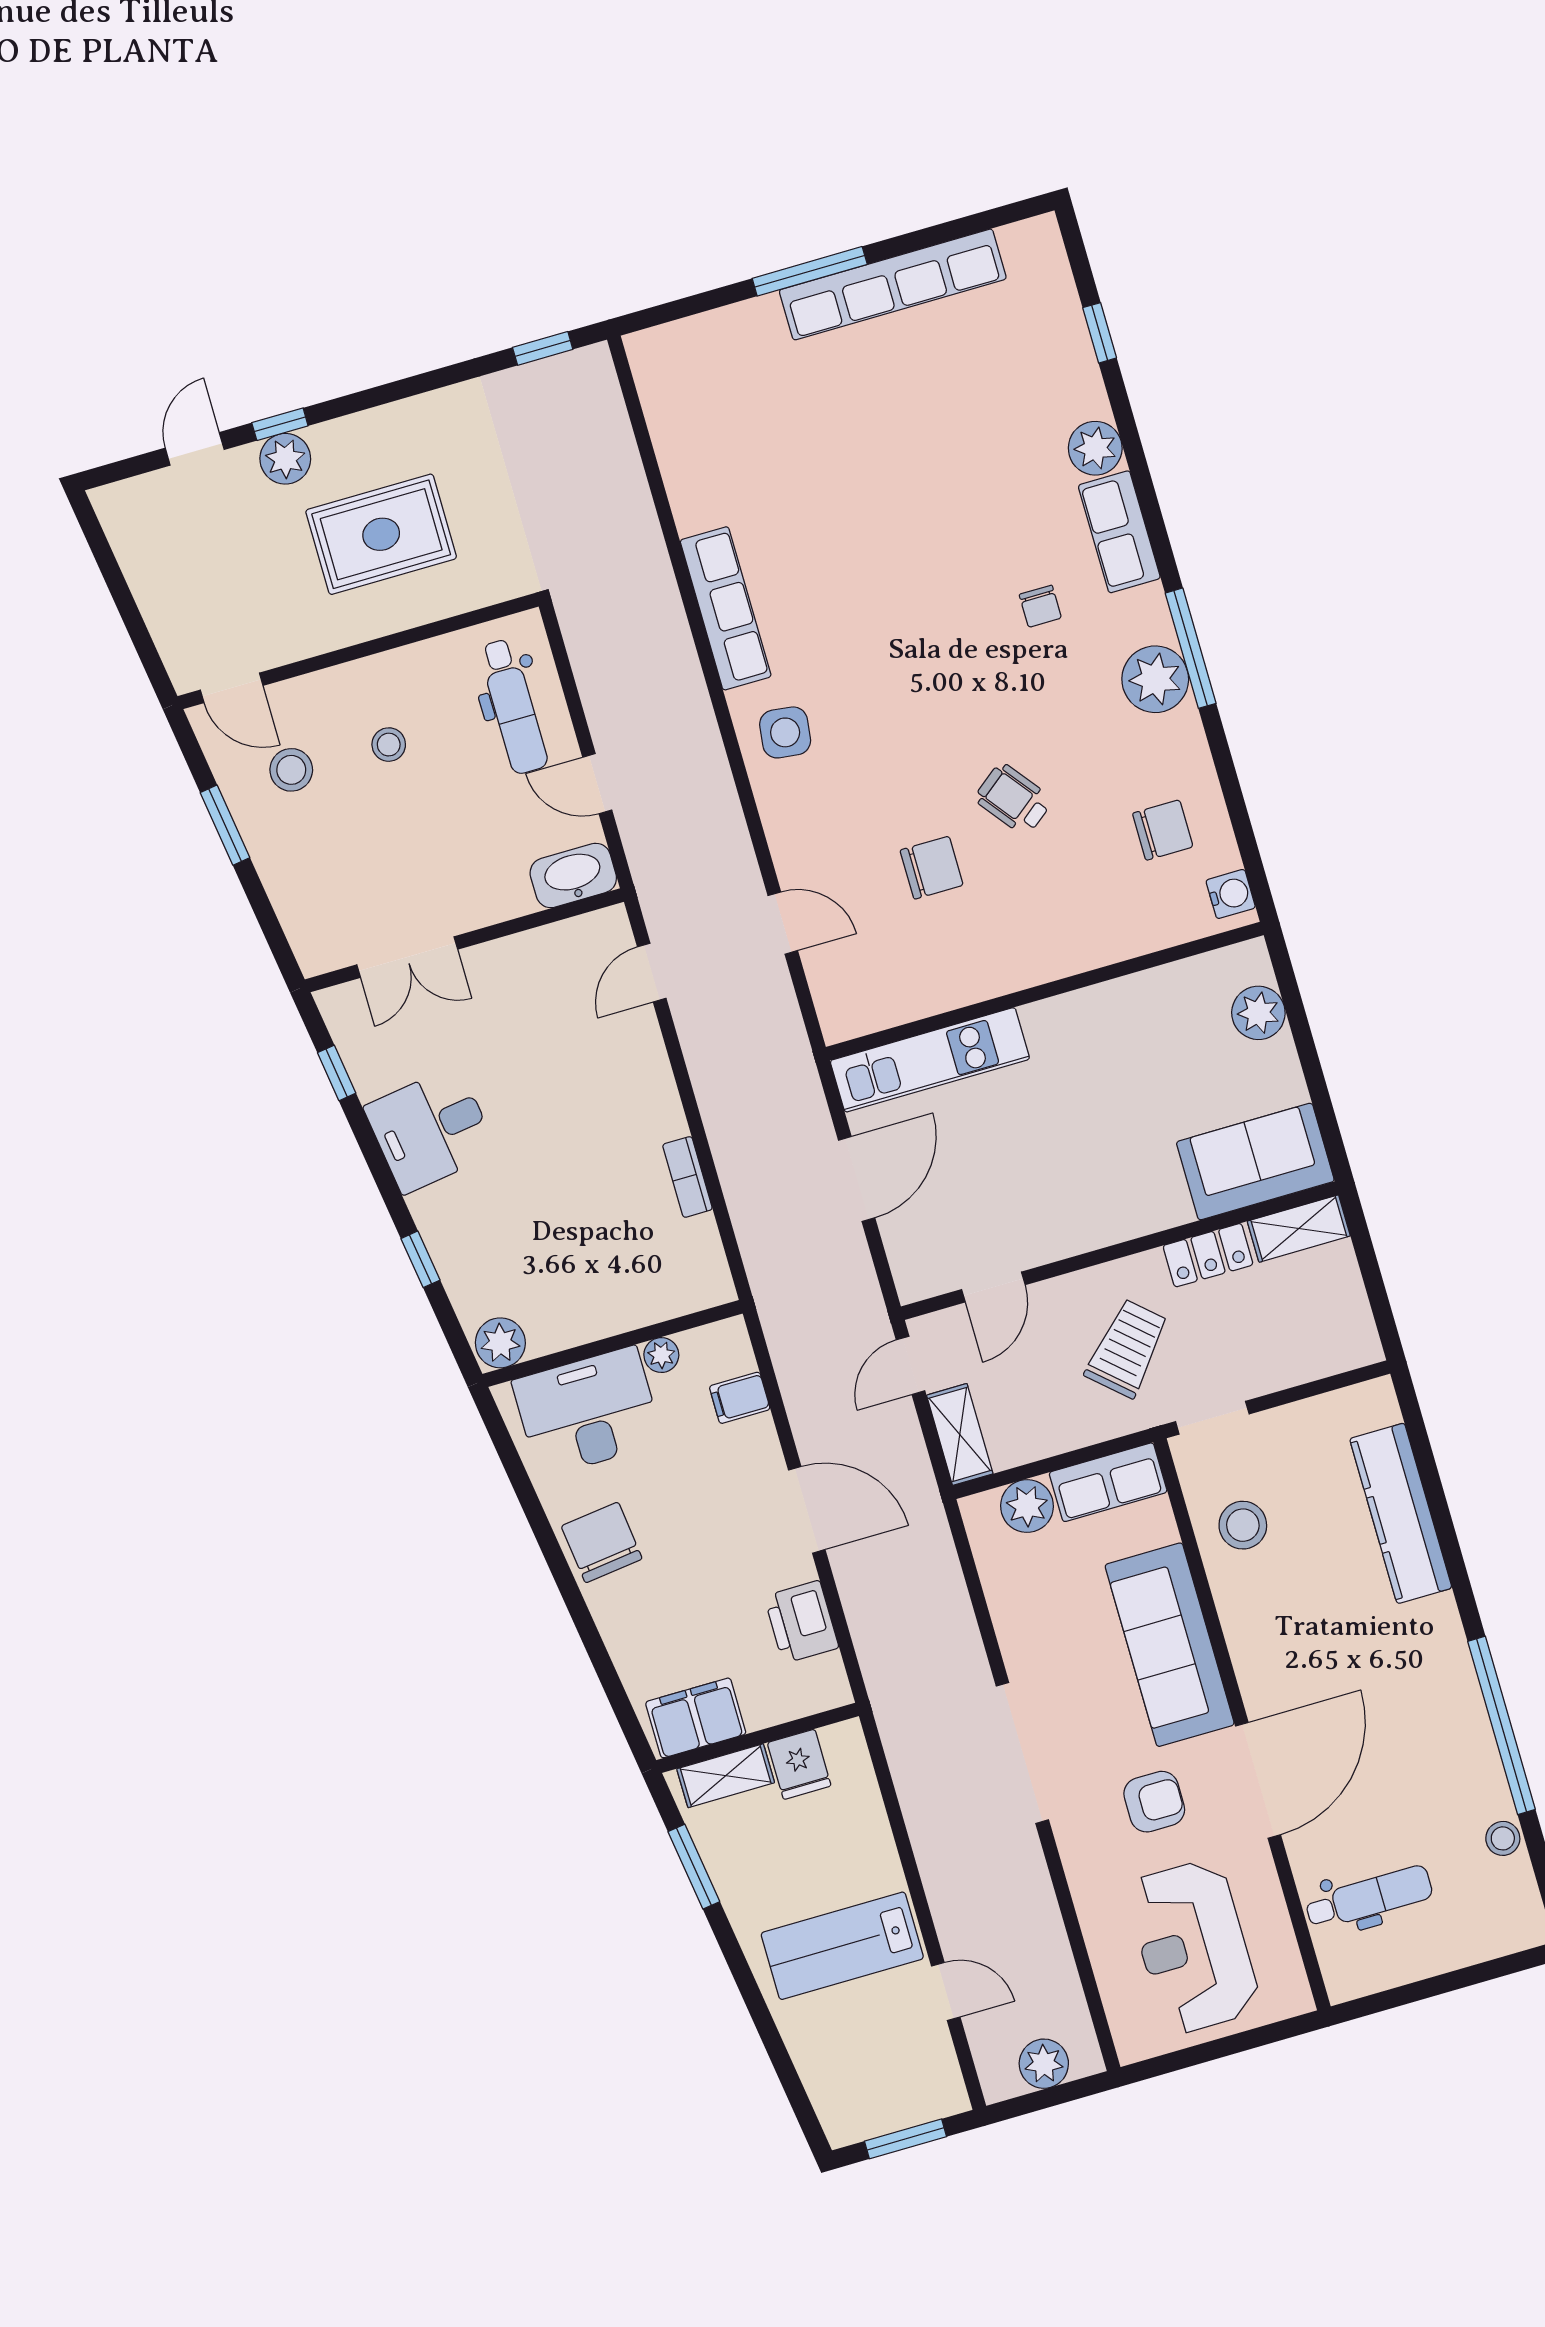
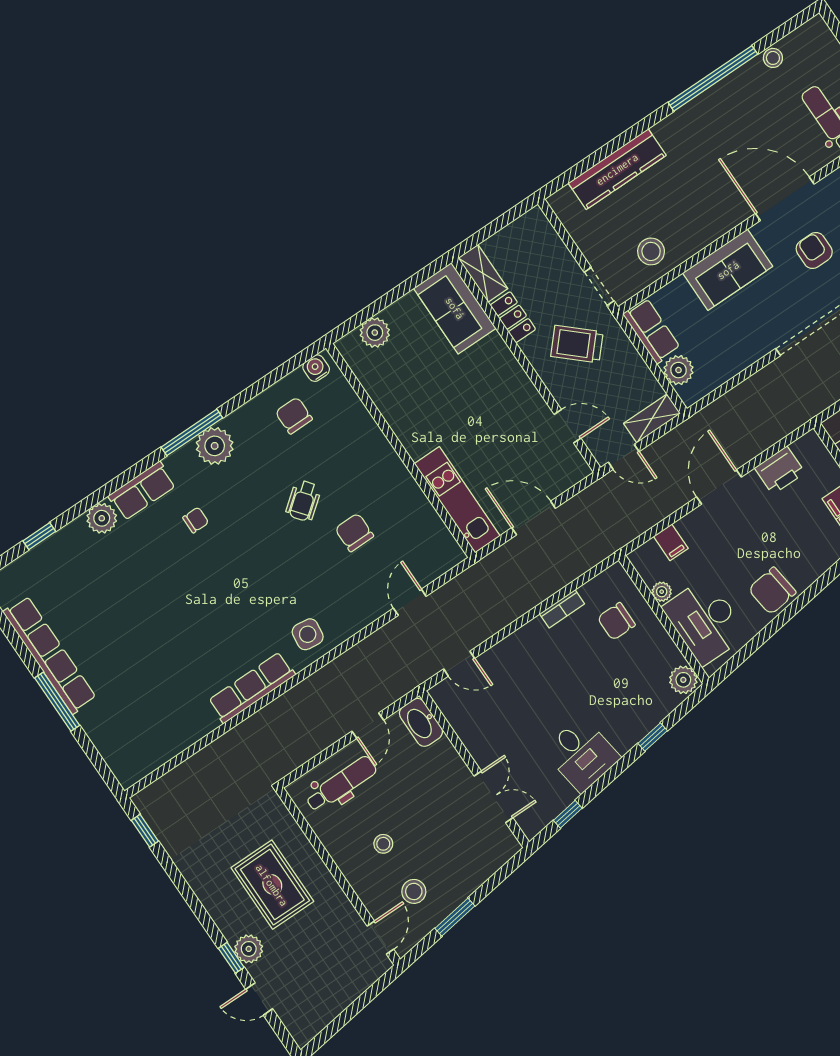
chair: (636, 1262) -> (616, 621), added
sofa: (1170, 1645) -> (728, 270), width x0.73

